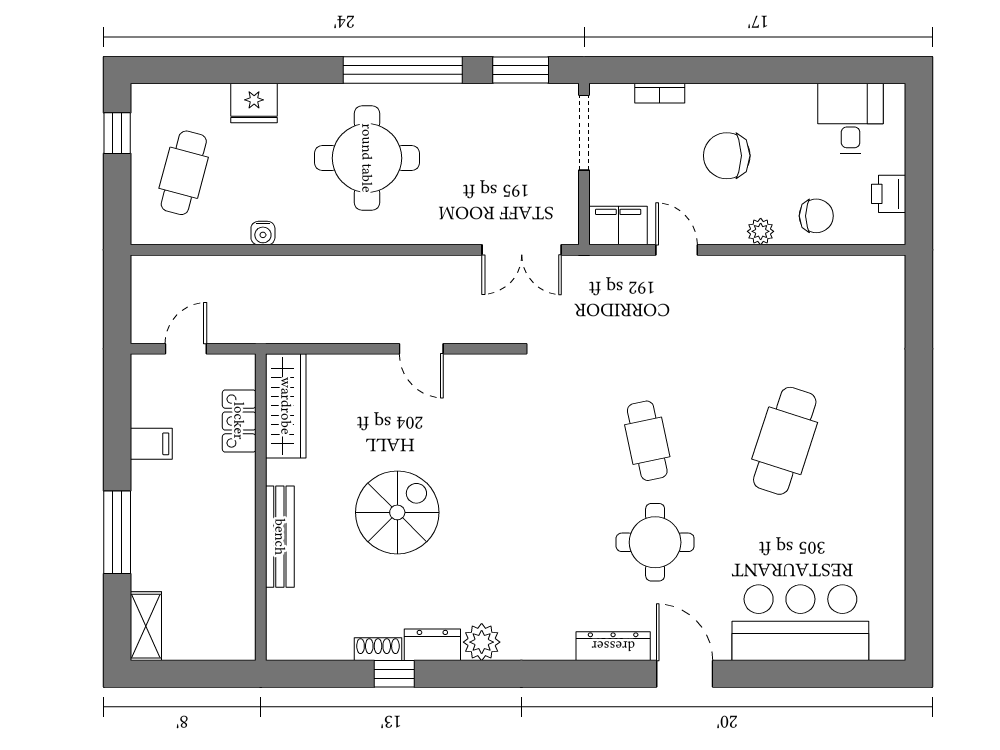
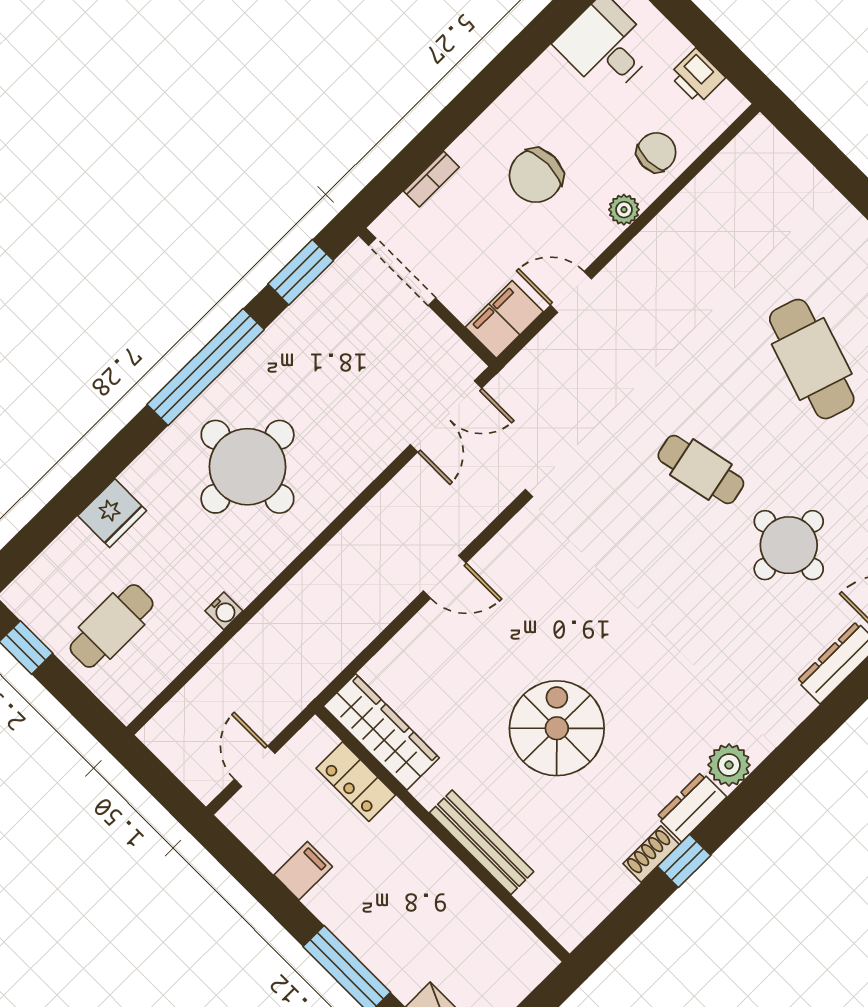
cafe table: (184, 173) -> (112, 626), turned 75

